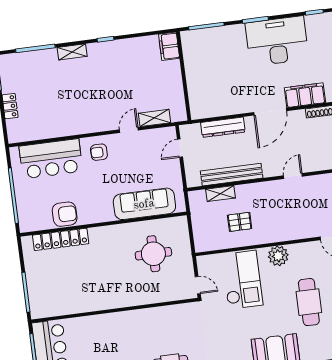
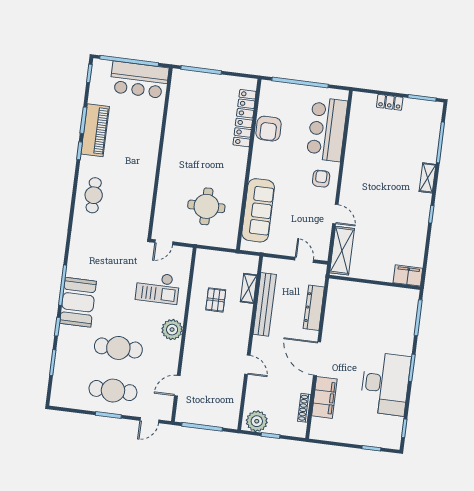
shelving: (154, 118) -> (342, 251), width x1.50, depth x1.33
checkout: (242, 280) -> (158, 288), width x0.73, depth x0.83

